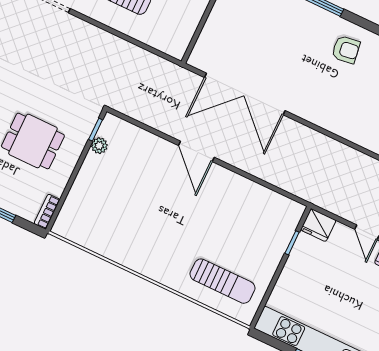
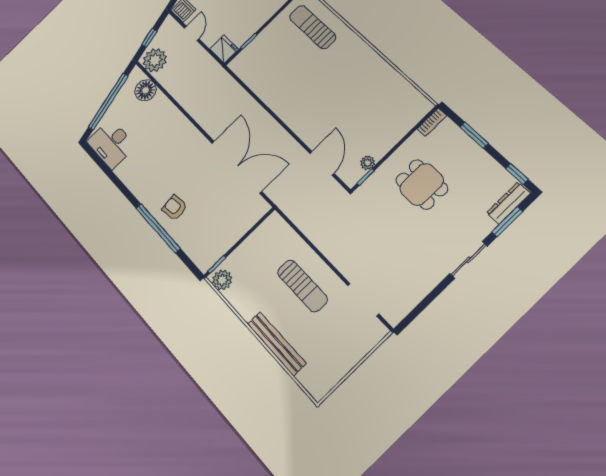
armchair: (346, 50) -> (175, 208), moved
door: (196, 151) -> (322, 163), moved

